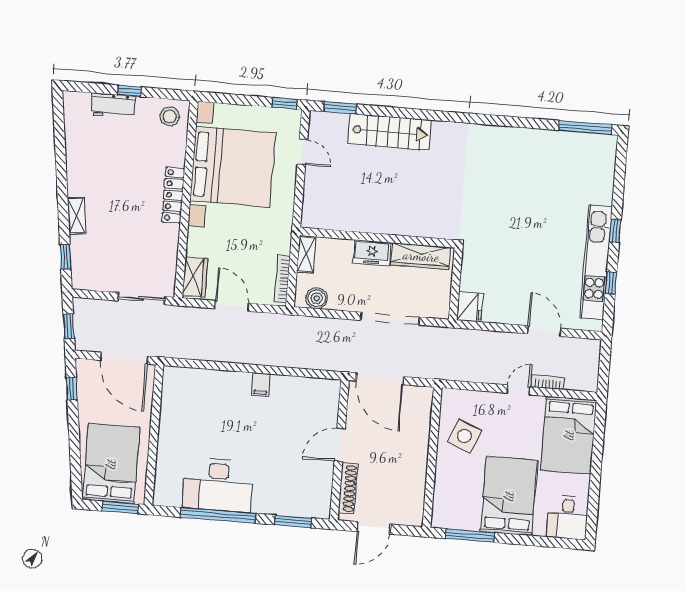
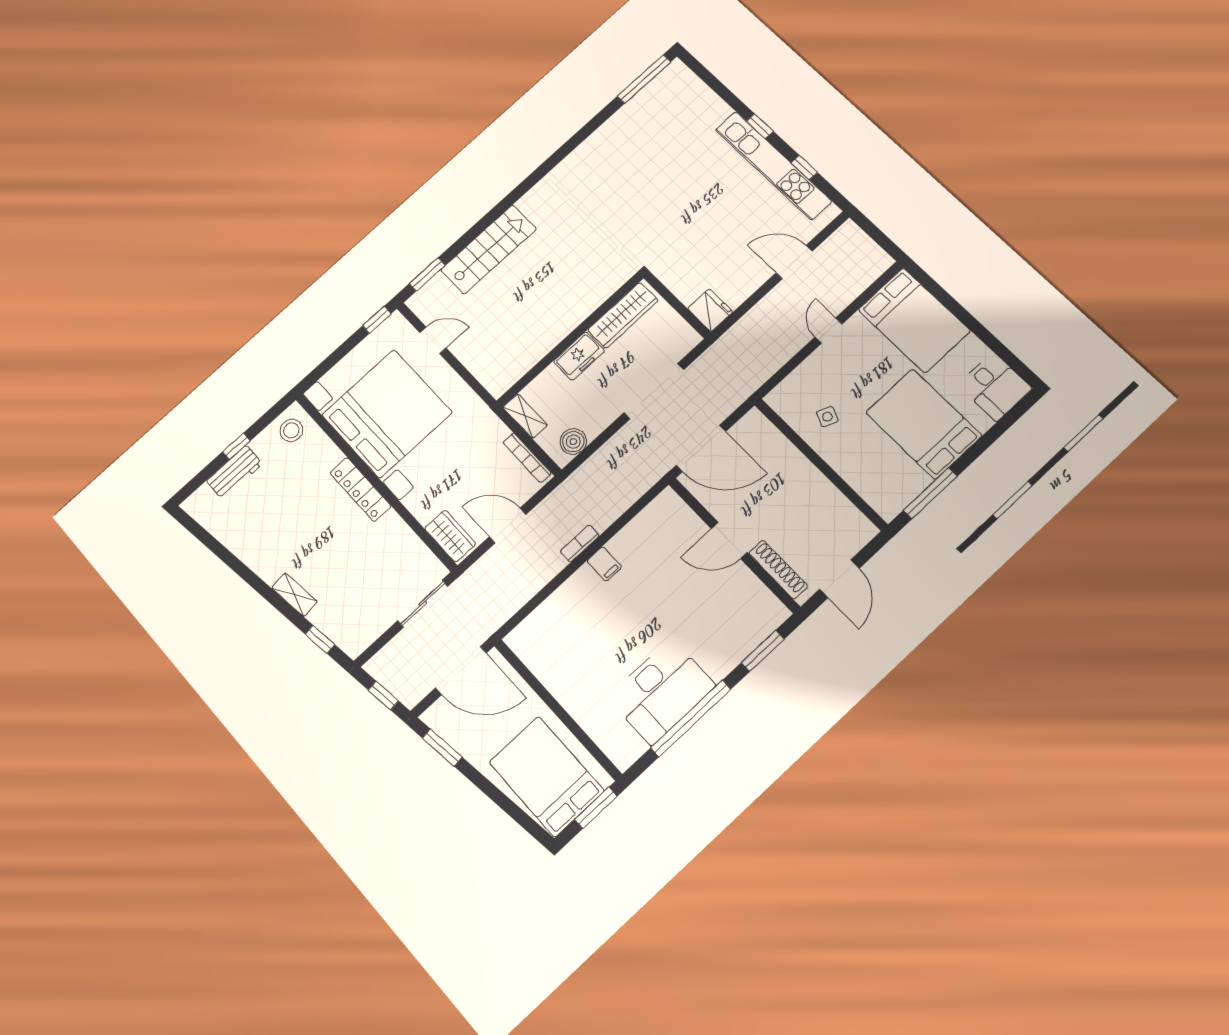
bookcase: (548, 382) -> (580, 544), moved
window: (72, 389) -> (442, 748), width x1.50
side table: (464, 436) -> (827, 417), width x0.54, depth x0.54
door: (340, 445) -> (729, 540), hinge flipped

